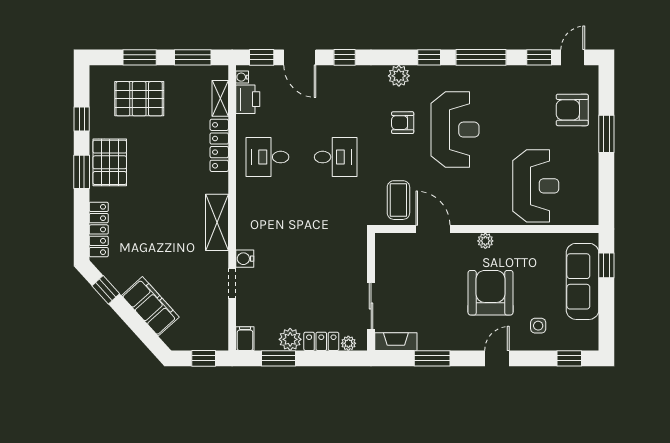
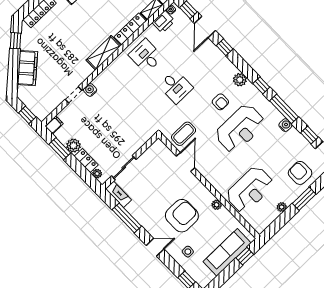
water cooler: (501, 74) -> (285, 125), added
armchair: (403, 123) -> (220, 102), turned 180
plant: (591, 169) -> (282, 207), added
shelving: (217, 222) -> (103, 53), moved
plant: (485, 241) -> (217, 205), moved
window: (432, 358) -> (127, 218), width x1.44

